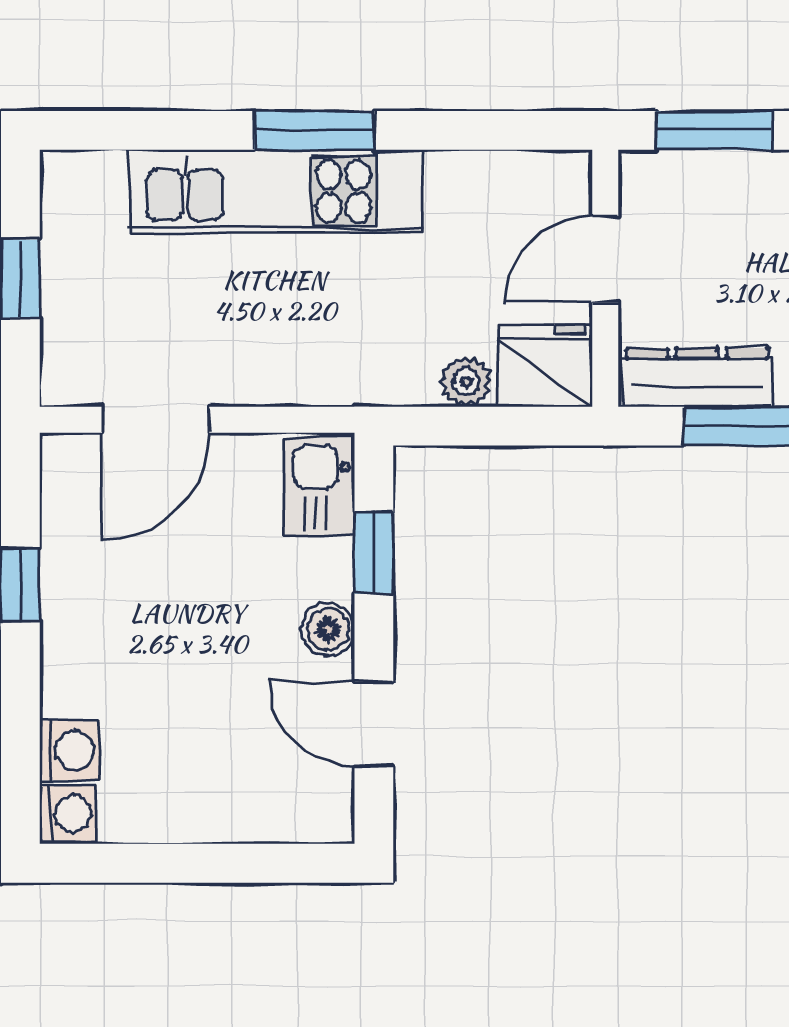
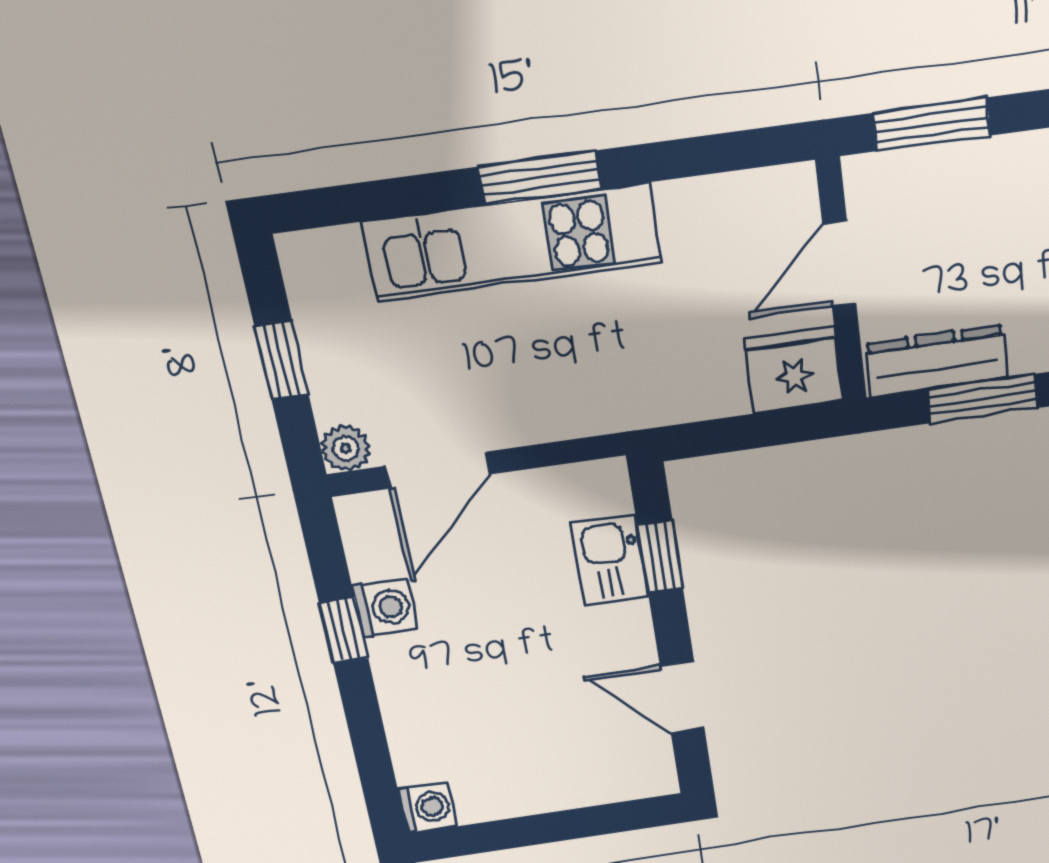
plant: (466, 382) -> (346, 448), moved
kitchen sink: (319, 487) -> (610, 560), moved
boiler: (328, 629) -> (629, 626), removed
washing machine: (70, 750) -> (385, 608), moved

